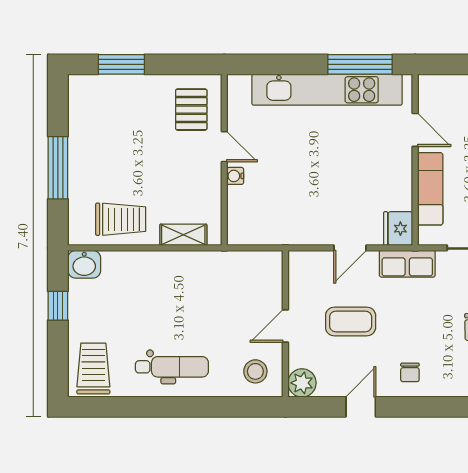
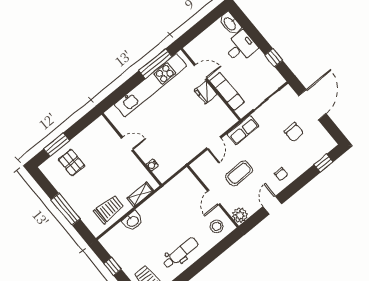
pallet: (191, 110) -> (72, 163), moved
water cooler: (235, 176) -> (152, 165), moved
fridge: (398, 229) -> (206, 92), moved
washbasin: (84, 264) -> (133, 221), moved

